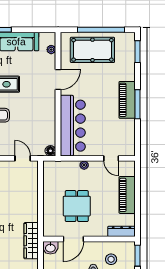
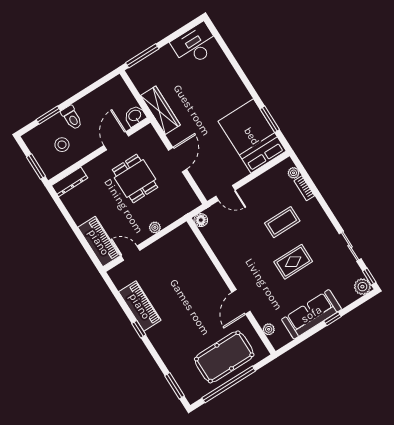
piano: (127, 100) -> (140, 306), moved
window: (138, 104) -> (139, 329), width x0.46
bar counter: (73, 126) -> (194, 262), removed
piano: (127, 195) -> (99, 242), moved
door: (41, 201) -> (177, 160), added

